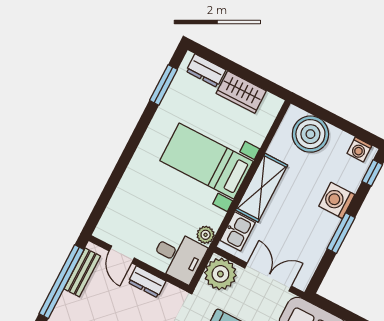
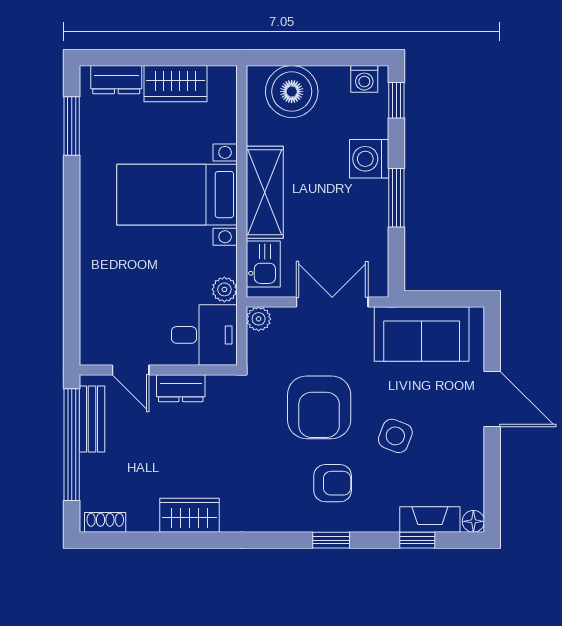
plant: (220, 274) -> (259, 319), width x0.53, depth x0.53

